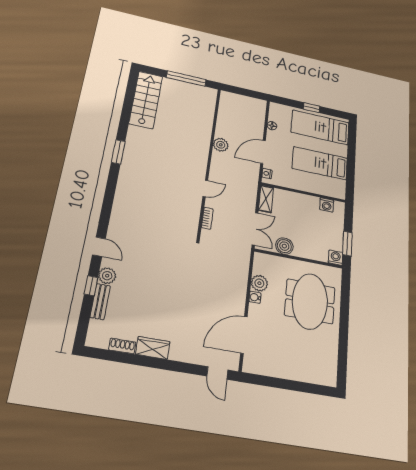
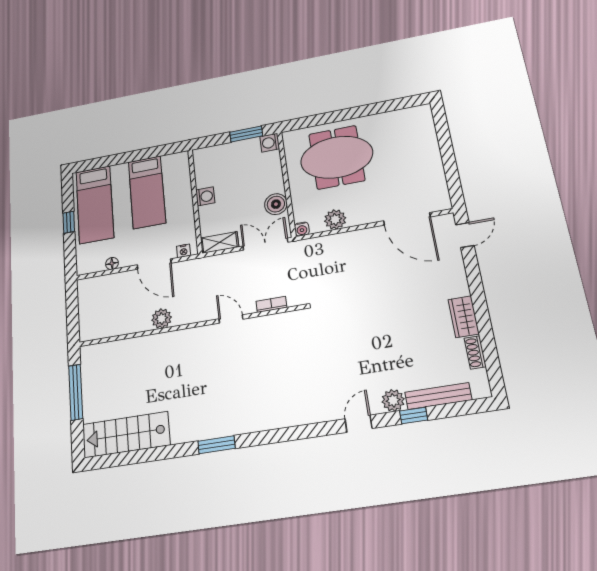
washing machine: (327, 205) -> (205, 196), moved
water cooler: (255, 297) -> (302, 229), moved
bench: (100, 302) -> (438, 396), width x1.36

